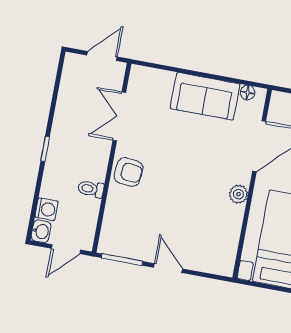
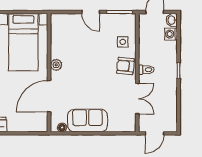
toilet: (91, 189) -> (146, 70), moved
side table: (126, 211) -> (123, 42), added

